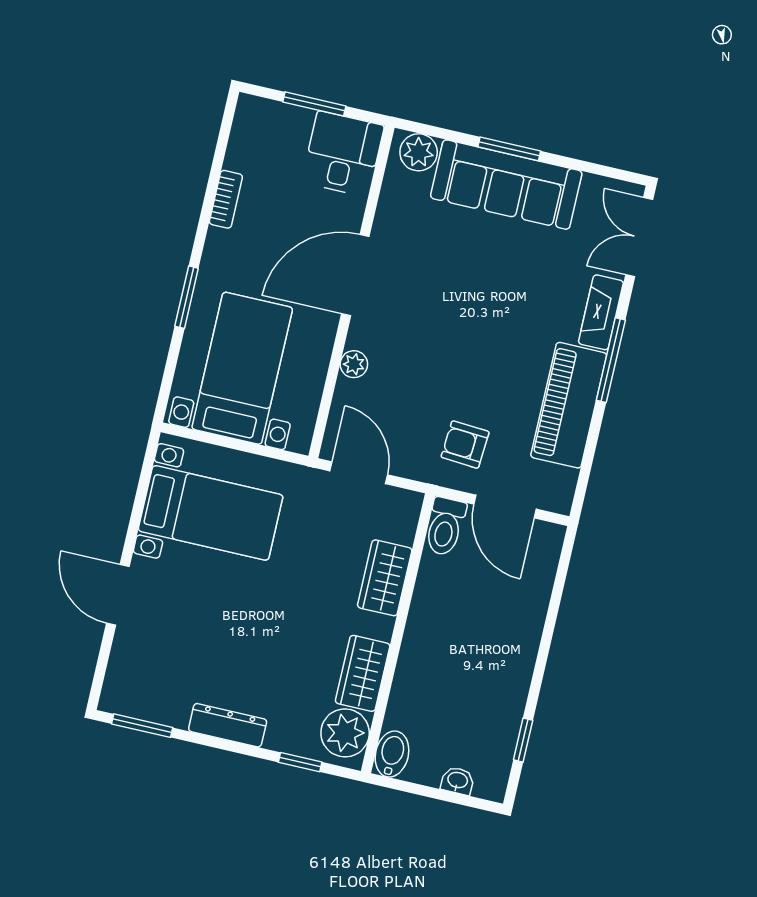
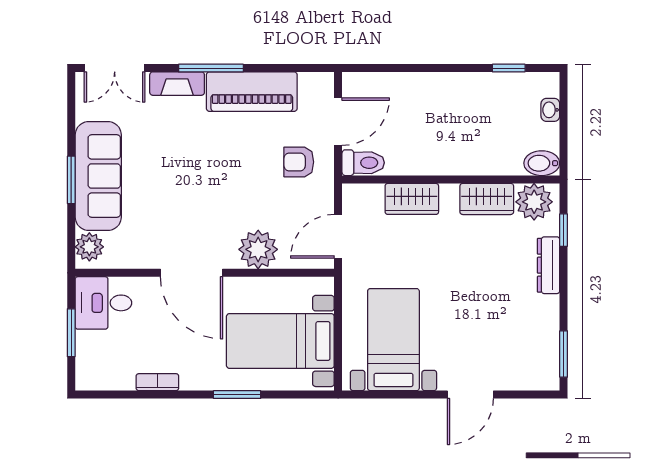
plant: (354, 364) -> (258, 249), width x1.87, depth x1.87
armchair: (465, 444) -> (299, 162), turned 86
dresser: (228, 725) -> (549, 265), moved

